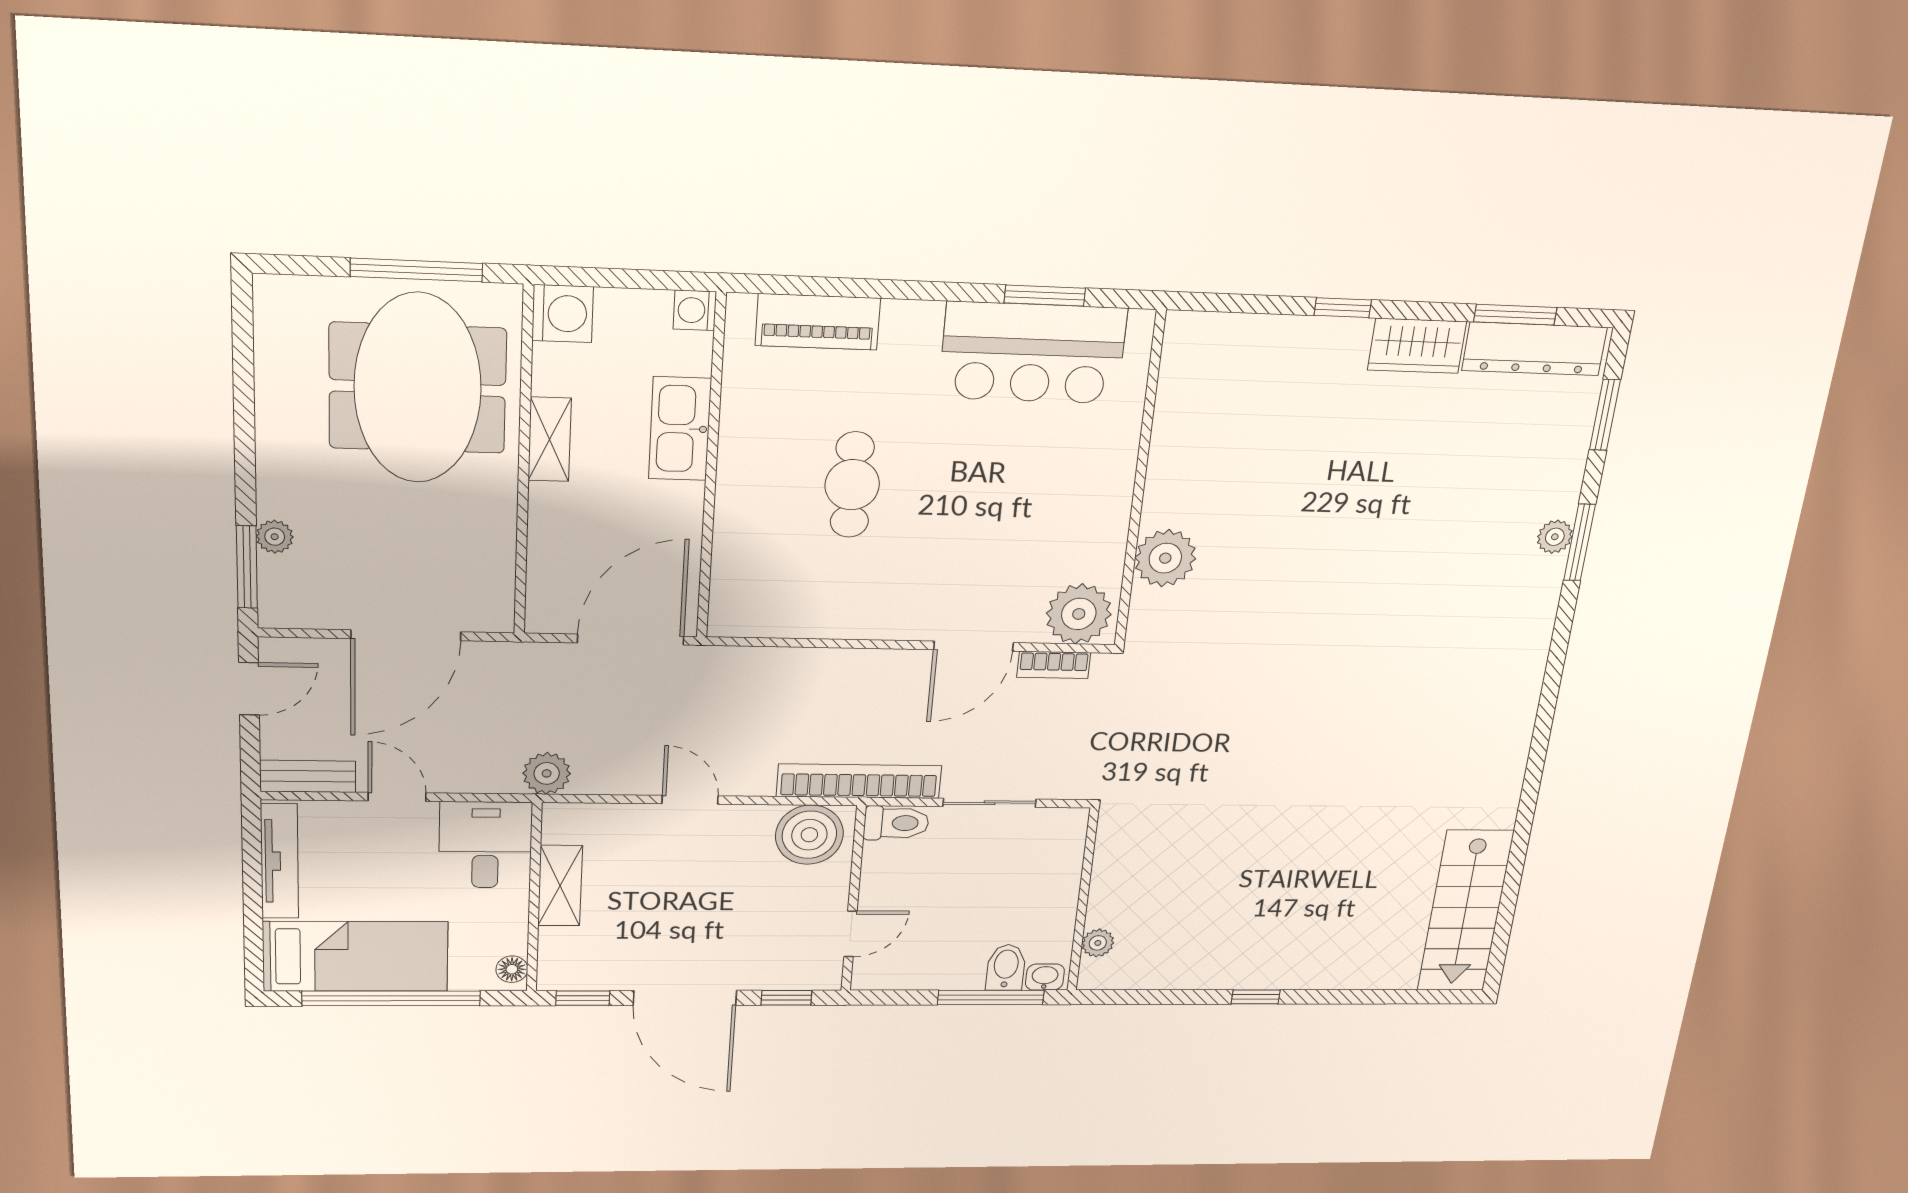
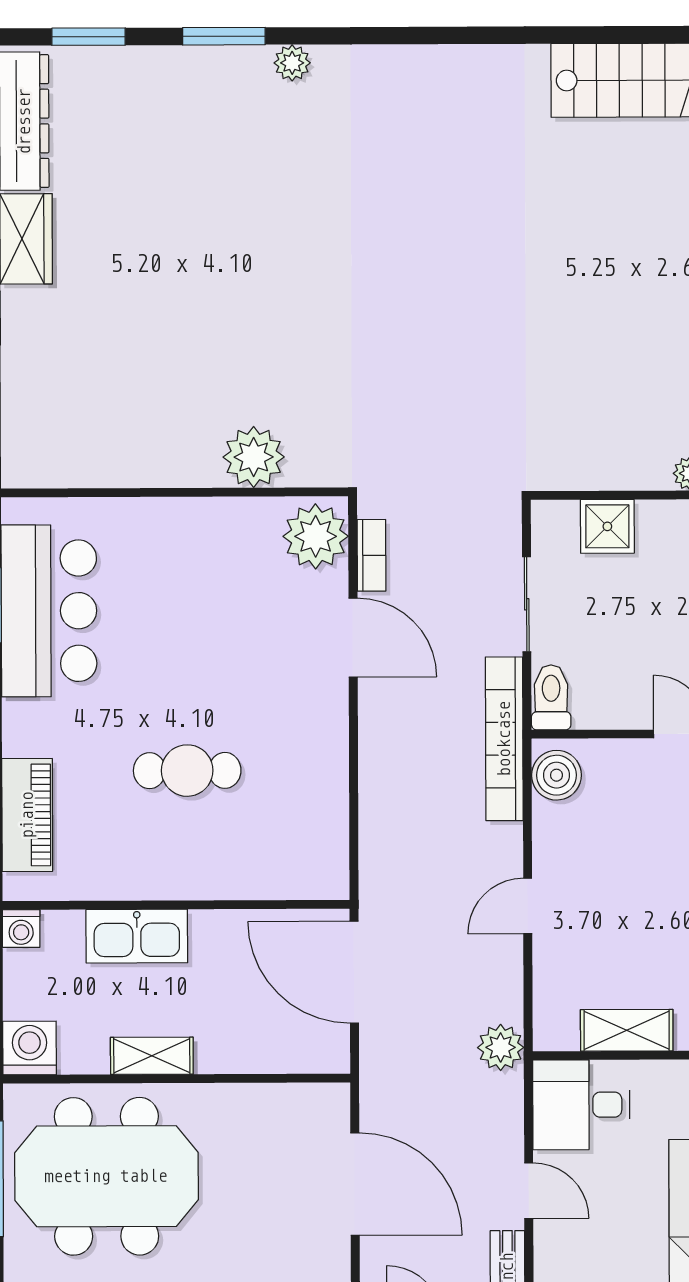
plant: (1555, 537) -> (292, 63), moved
door: (397, 797) -> (529, 1191), swing flipped
boiler: (809, 835) -> (557, 775), width x0.73, depth x0.73
shower: (1057, 873) -> (607, 526), added

